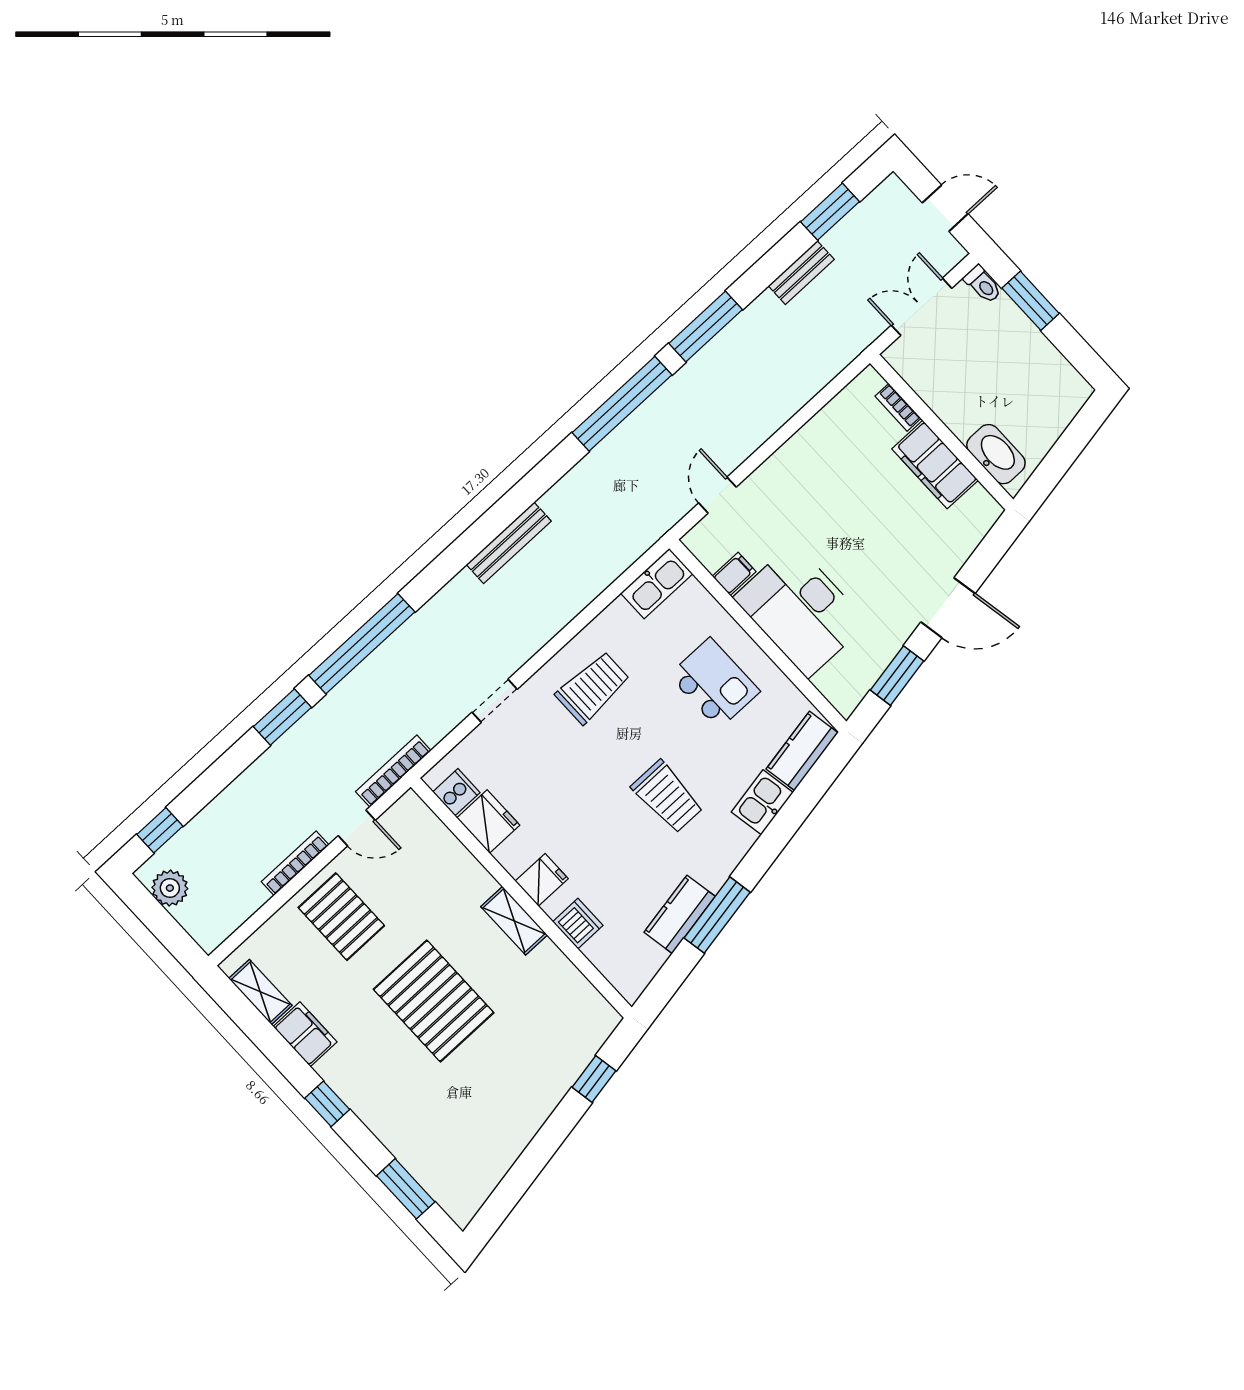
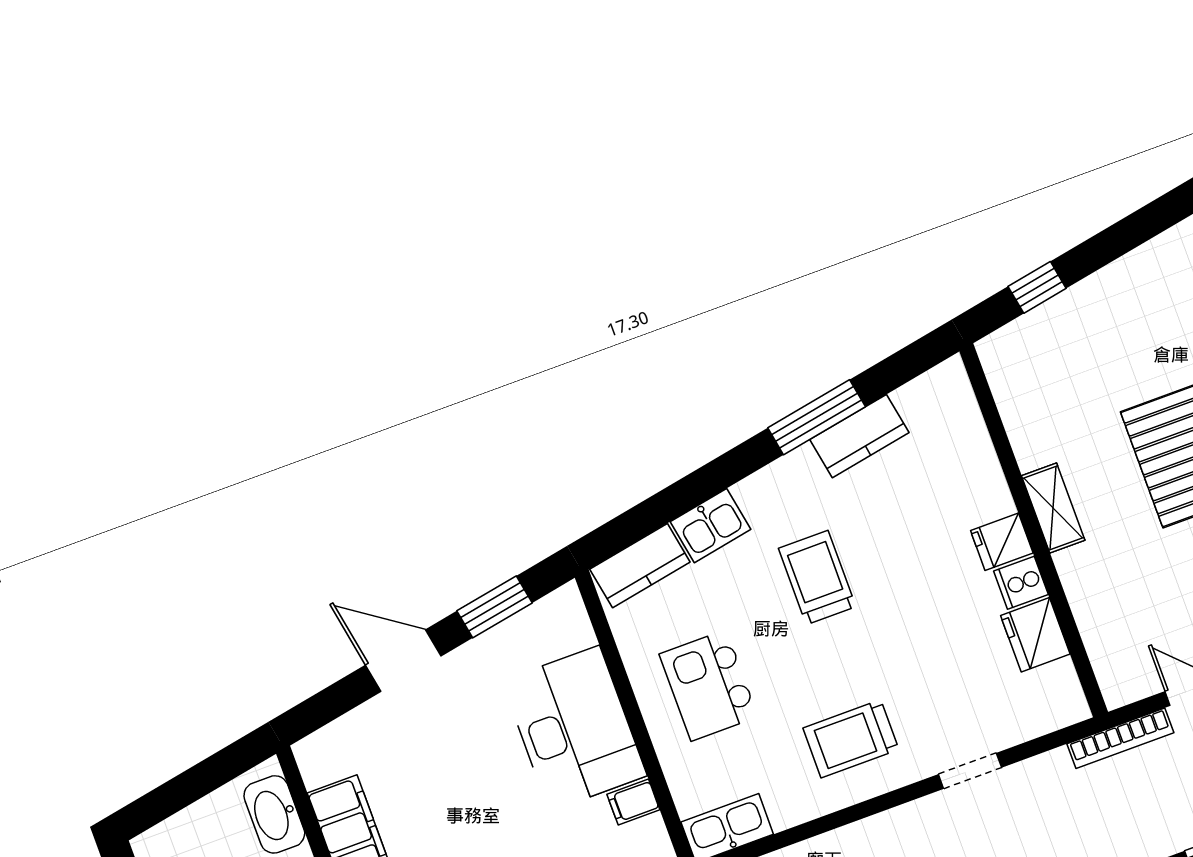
cooker: (456, 792) -> (1021, 583), moved
dishwasher: (578, 924) -> (981, 474), removed

